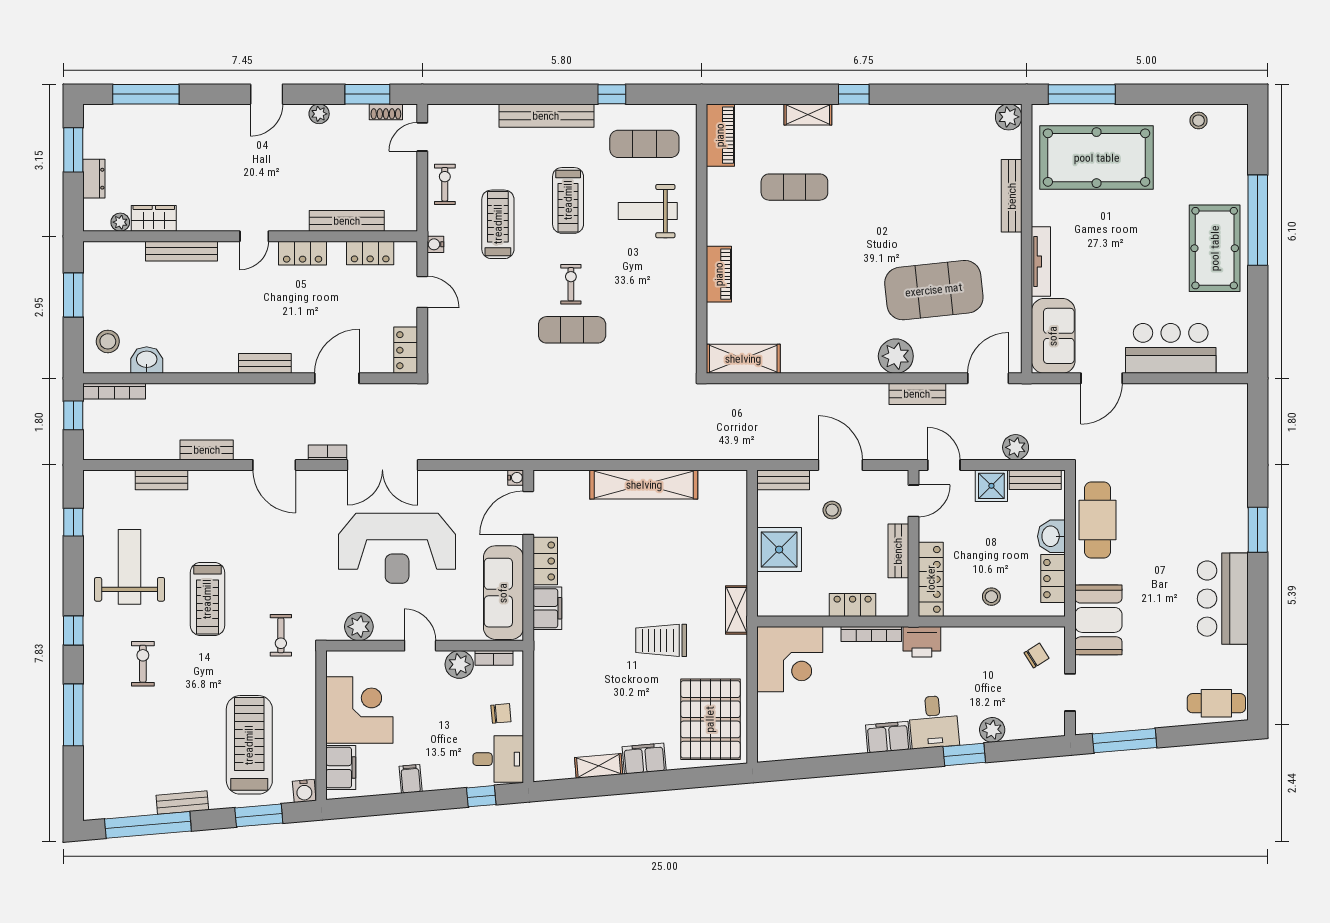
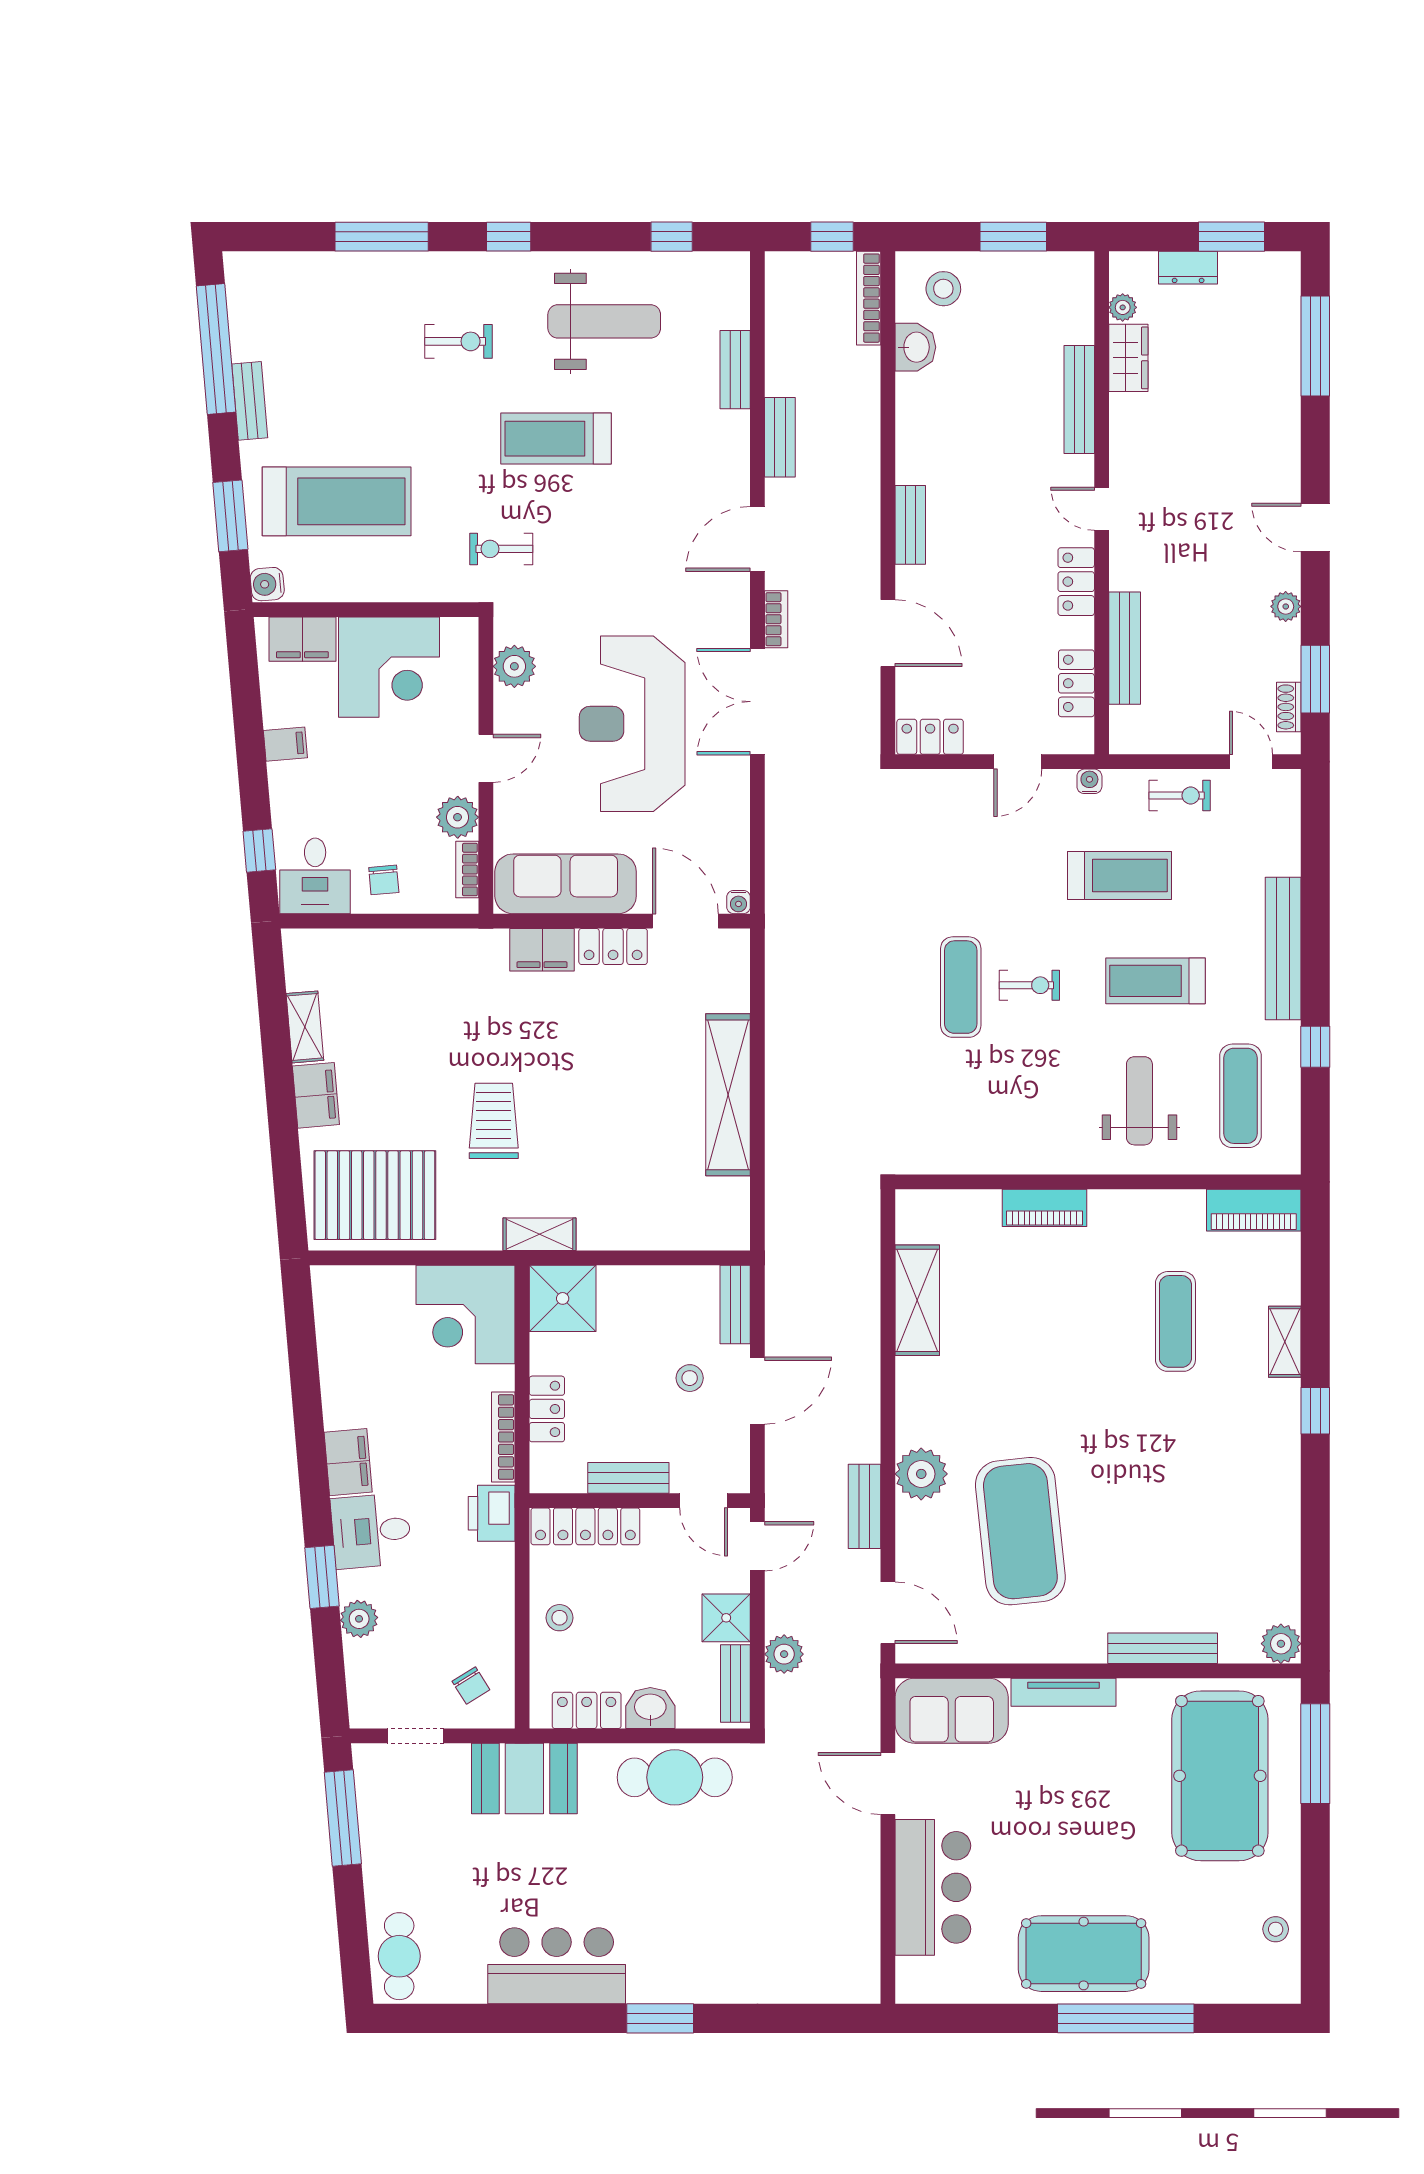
shelving: (743, 359) -> (917, 1300), moved
shower: (779, 550) -> (563, 1298), moved

